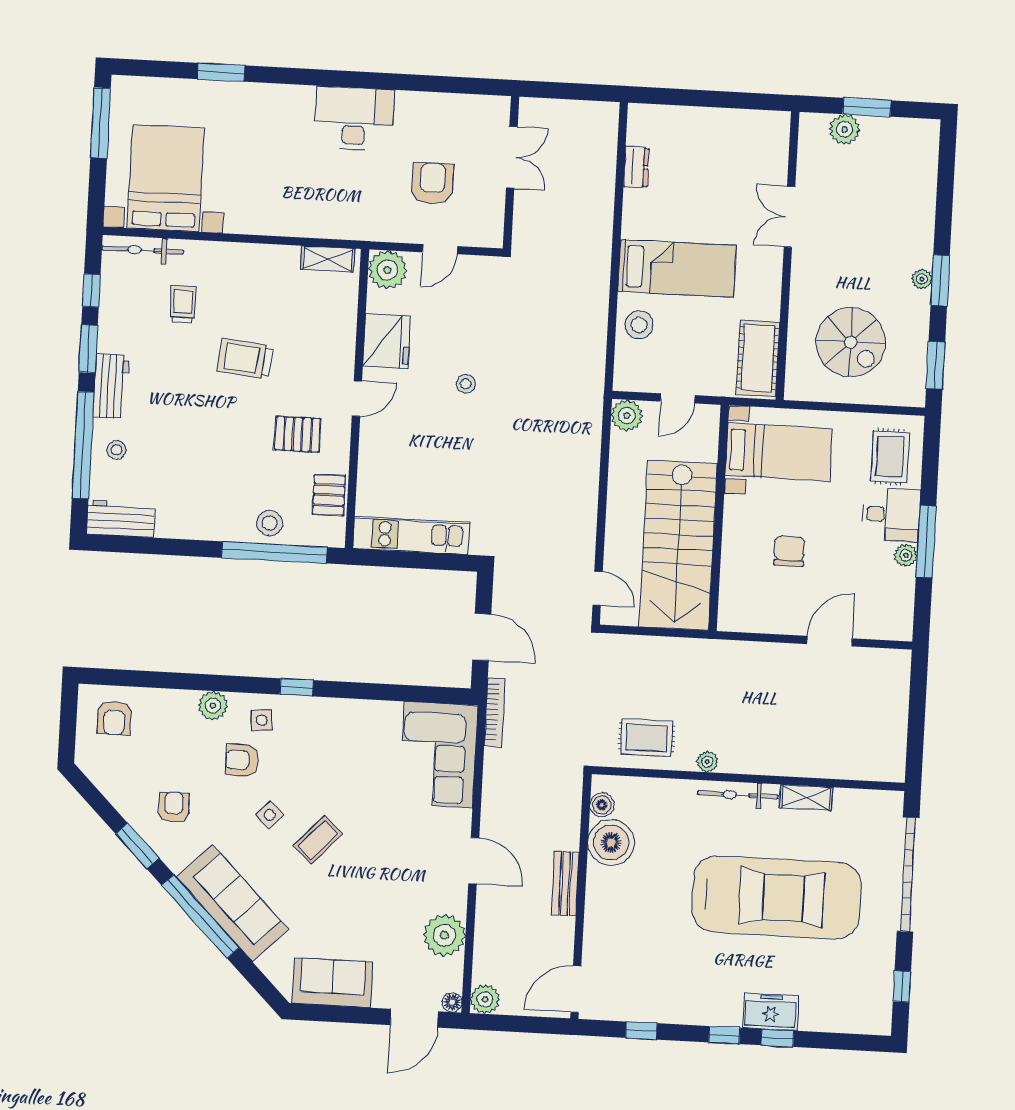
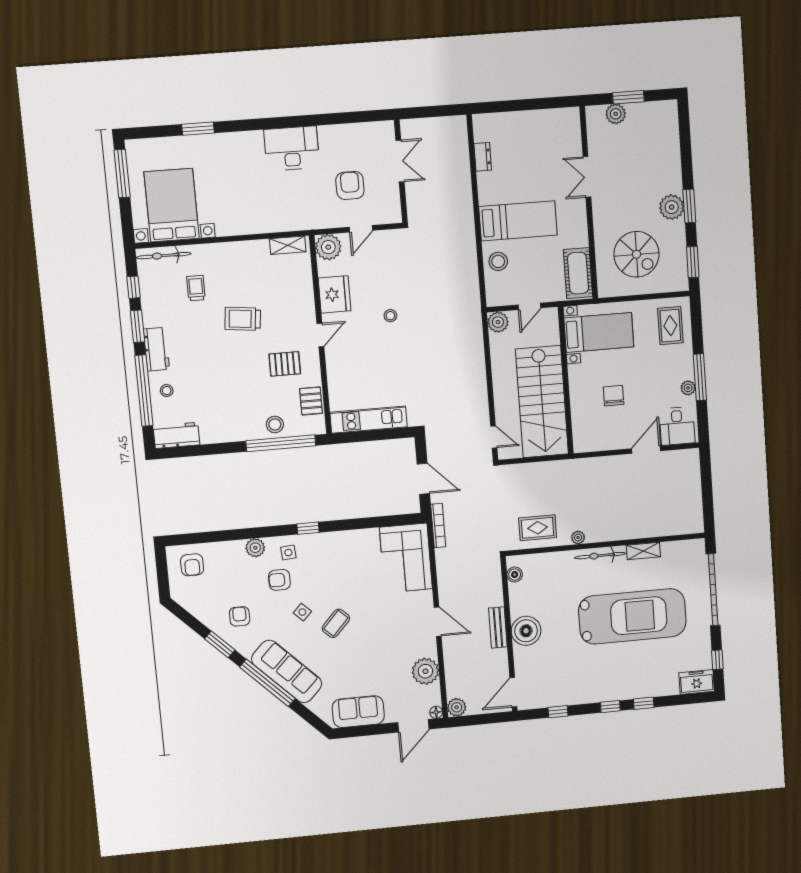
plant: (922, 279) -> (672, 207), width x1.87, depth x1.87
desk: (891, 515) -> (677, 426), moved, turned 90
boiler: (611, 843) -> (526, 631), moved
freezer: (771, 1012) -> (697, 682), moved

